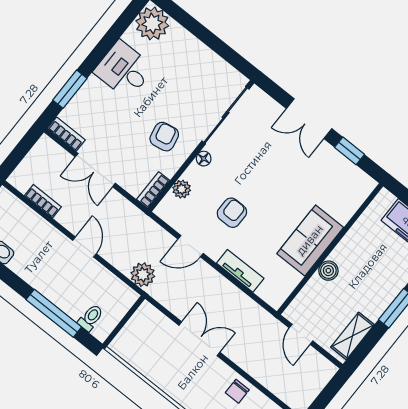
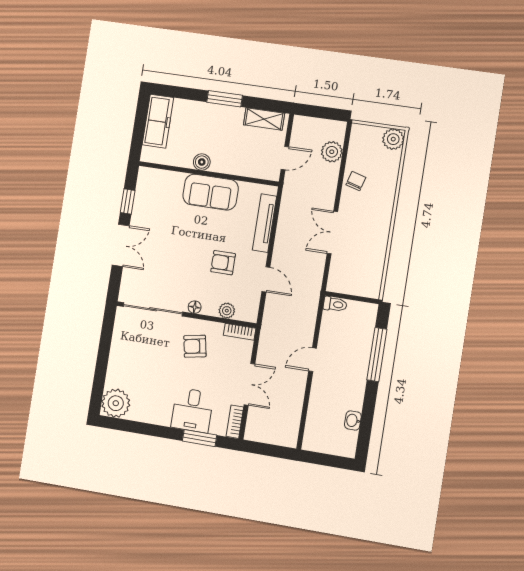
desk: (124, 70) -> (192, 410), moved
bookcase: (43, 201) -> (296, 411), removed
tv unit: (240, 271) -> (265, 223), width x1.41
boiler: (328, 271) -> (202, 162), moved
plant: (143, 275) -> (332, 152), moved
toilet: (91, 318) -> (335, 304), moved, turned 180
chair: (237, 391) -> (356, 181), turned -74

